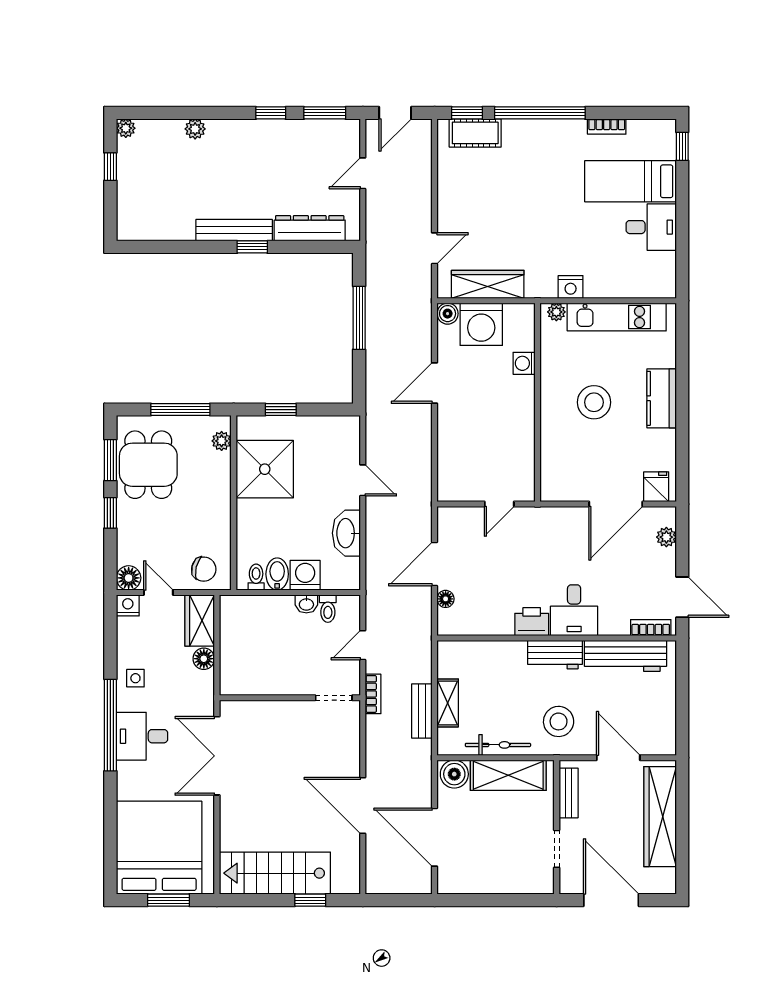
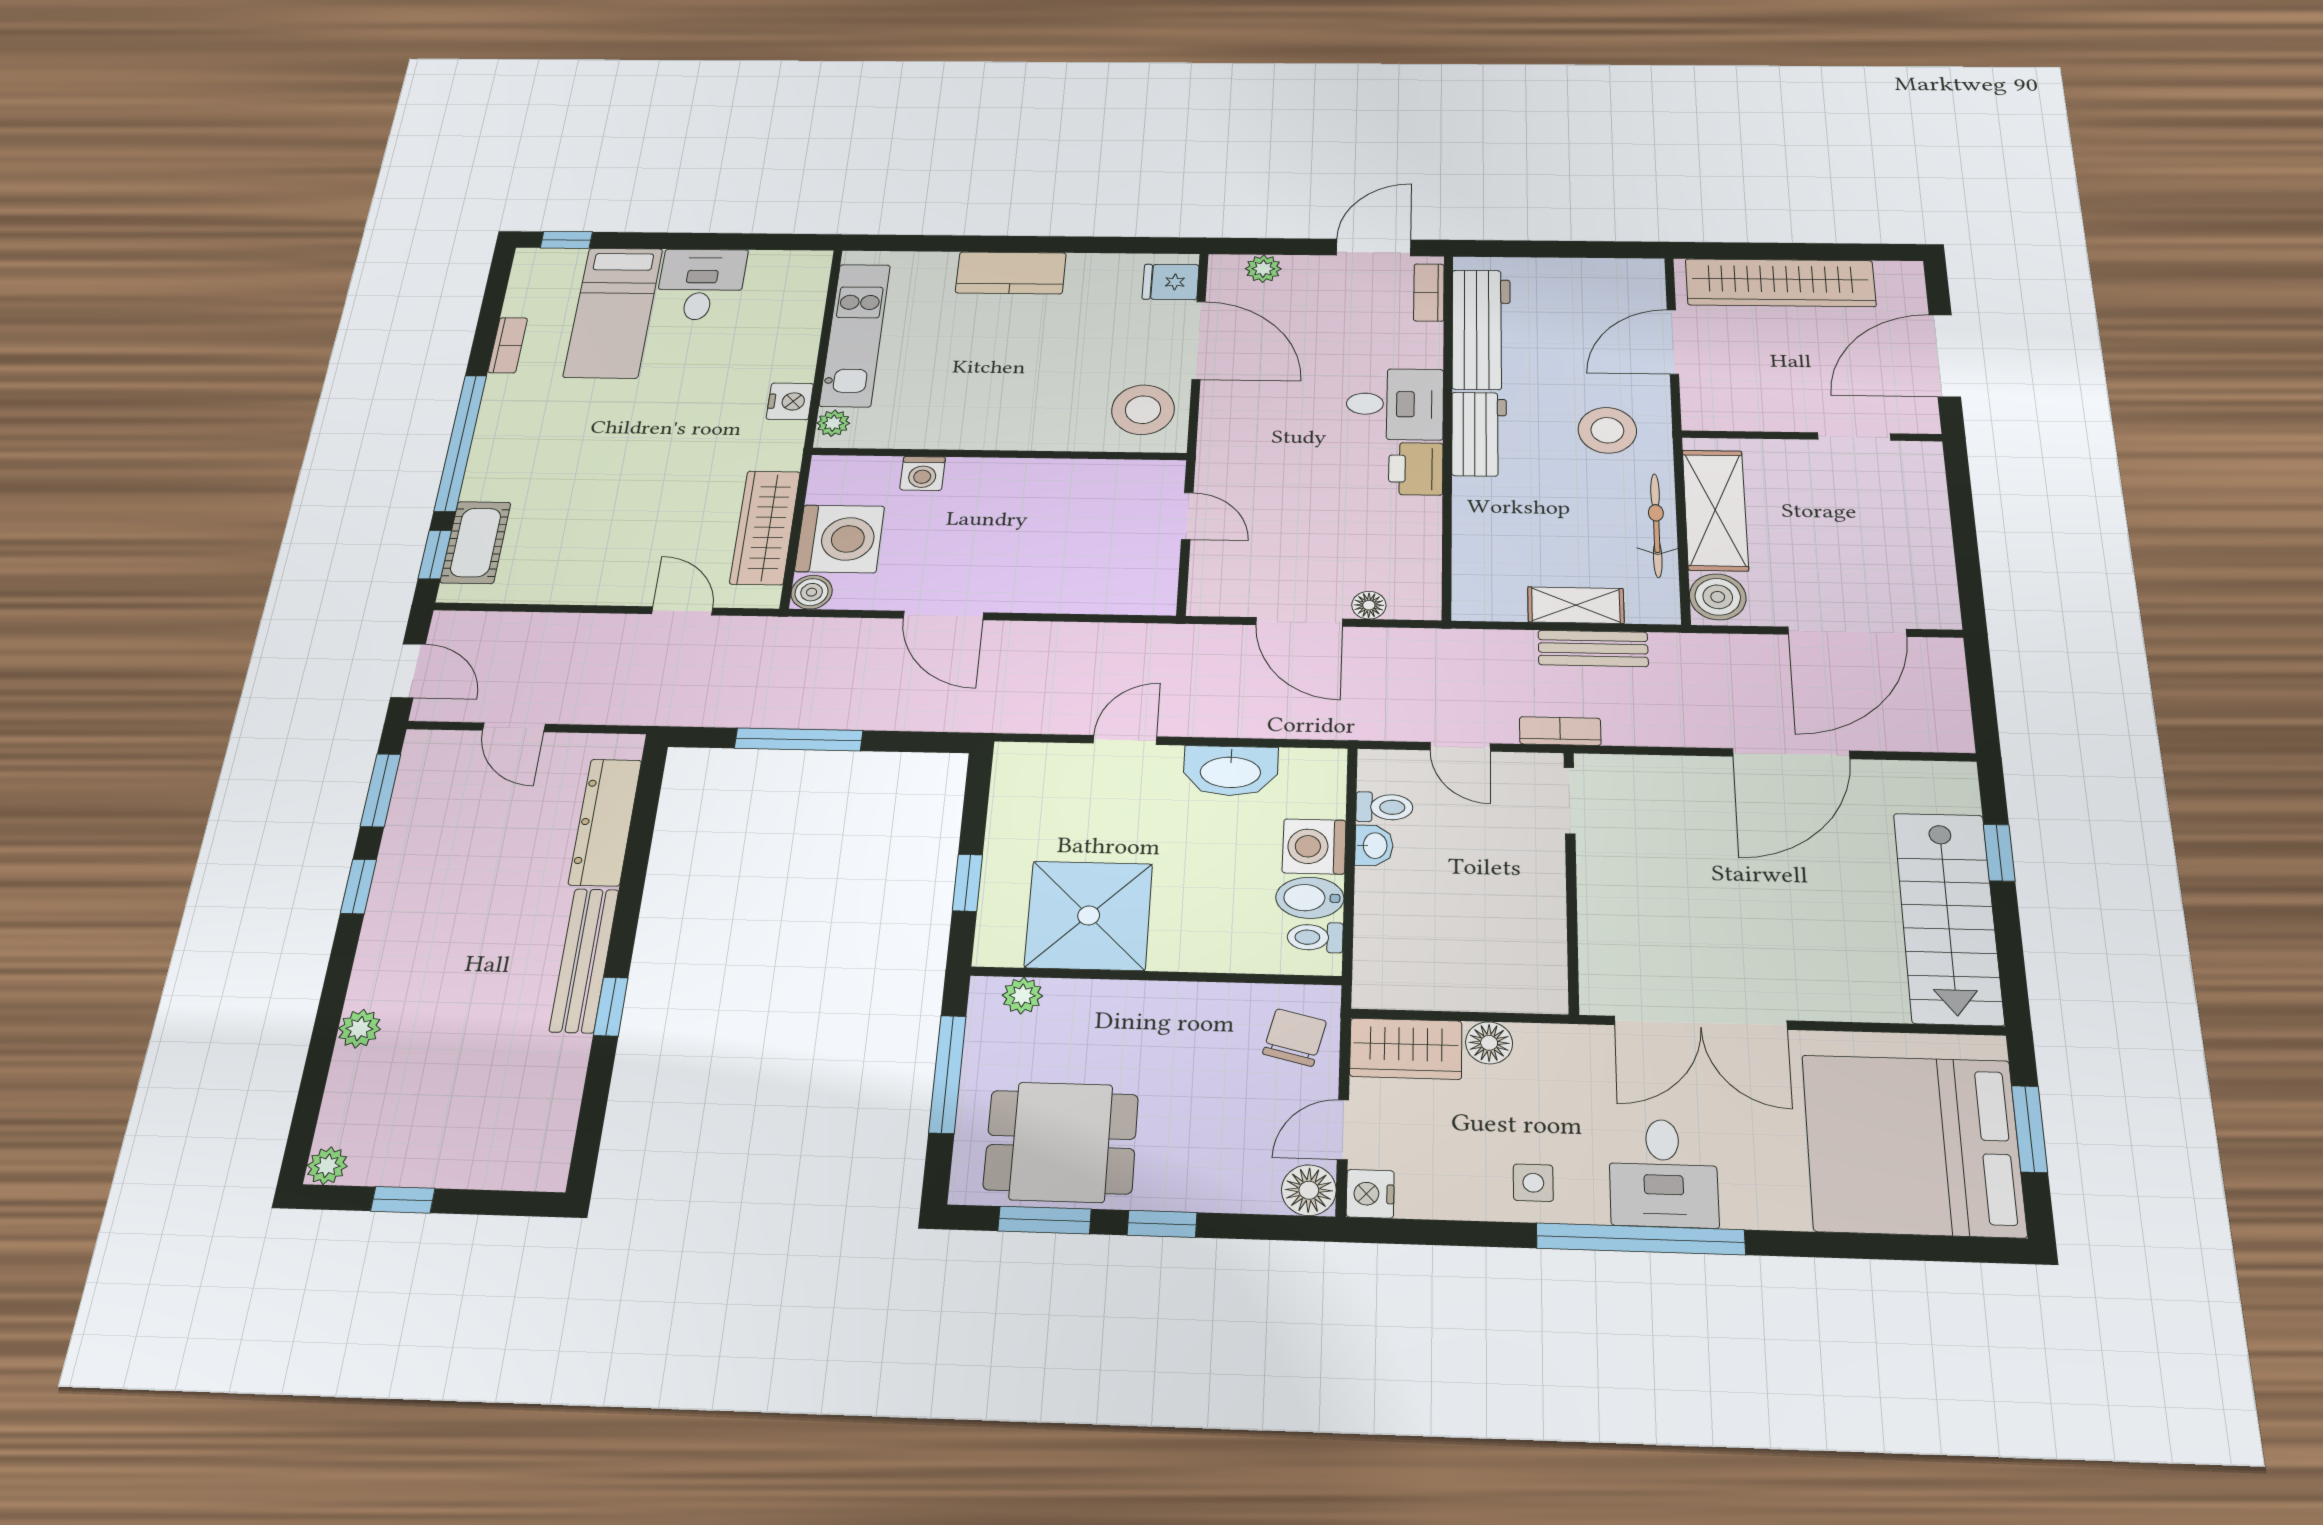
window: (252, 247) -> (611, 1007), moved
stool: (594, 402) -> (1143, 410), moved
bench: (569, 793) -> (1744, 417), removed

